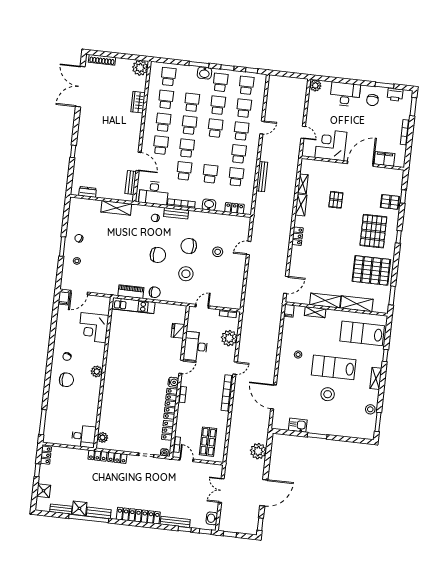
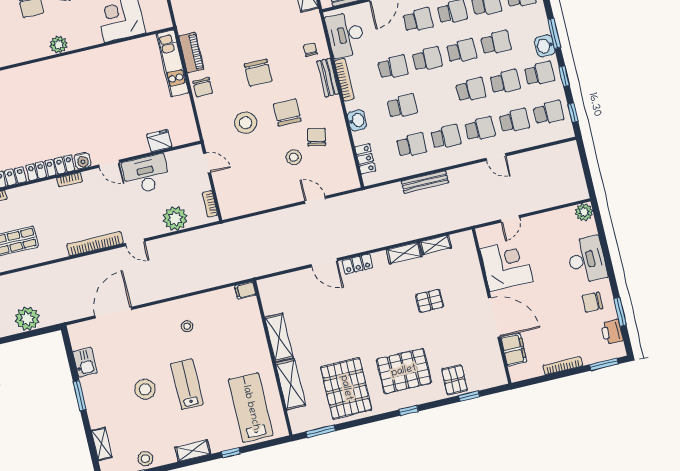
chair: (210, 233) -> (317, 137), added
door: (286, 285) -> (324, 263), moved
shelving: (315, 312) -> (102, 444), moved
lab bench: (334, 367) -> (187, 384), width x0.73, depth x0.72

